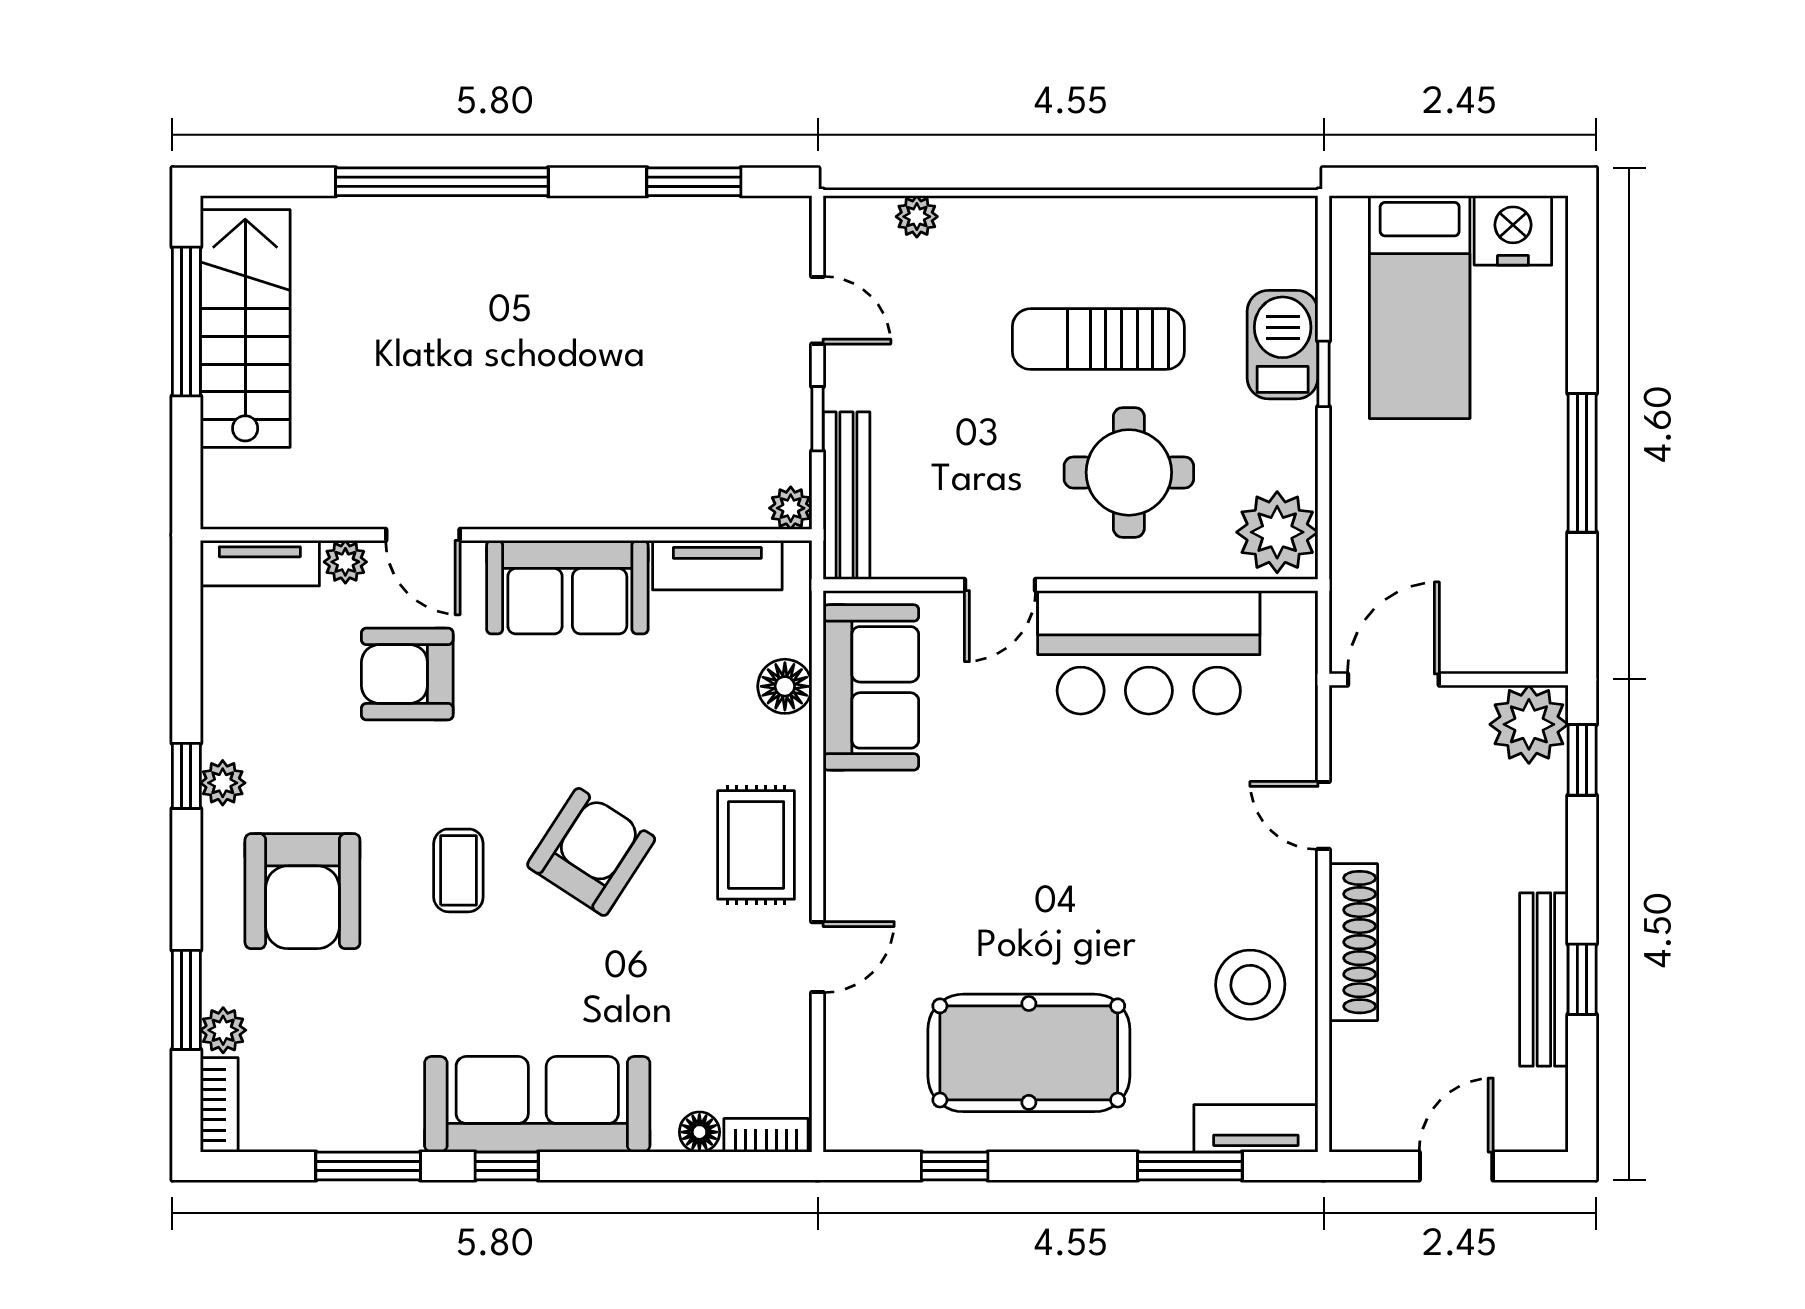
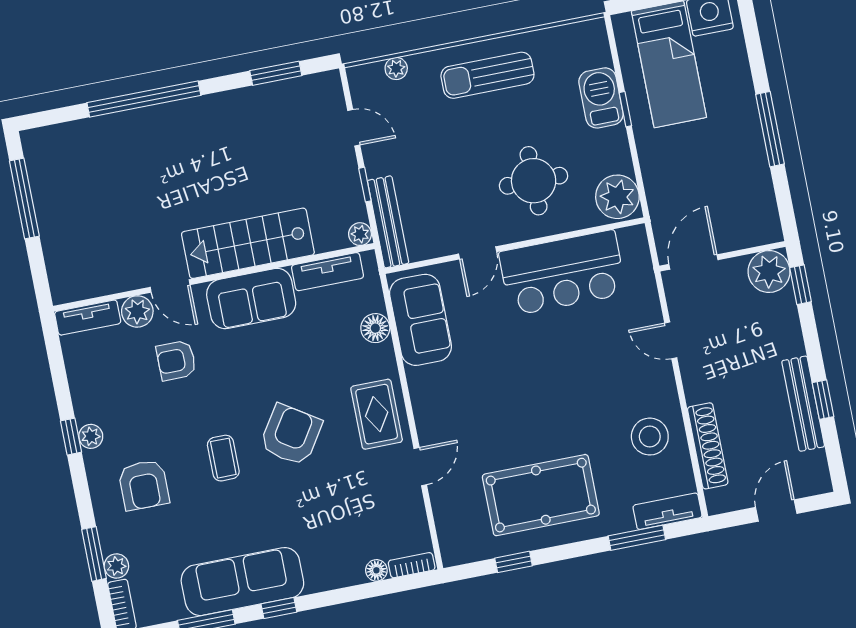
stairs: (245, 328) -> (248, 243), moved, turned -90
sun lounger: (1098, 339) -> (487, 75), moved
plant: (345, 562) -> (137, 311), width x1.38, depth x1.38
armchair: (407, 674) -> (176, 360), width x0.72, depth x0.72
armchair: (302, 891) -> (144, 485), width x0.73, depth x0.73
shoe rack: (1353, 942) -> (708, 446), moved
sofa: (537, 1104) -> (242, 582), moved

